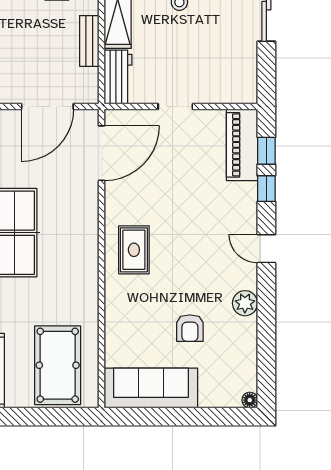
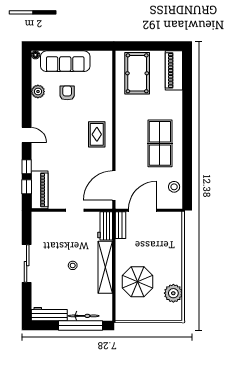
bench: (89, 41) -> (120, 225), moved
plant: (245, 303) -> (38, 92), moved
sofa: (151, 388) -> (65, 61), moved

